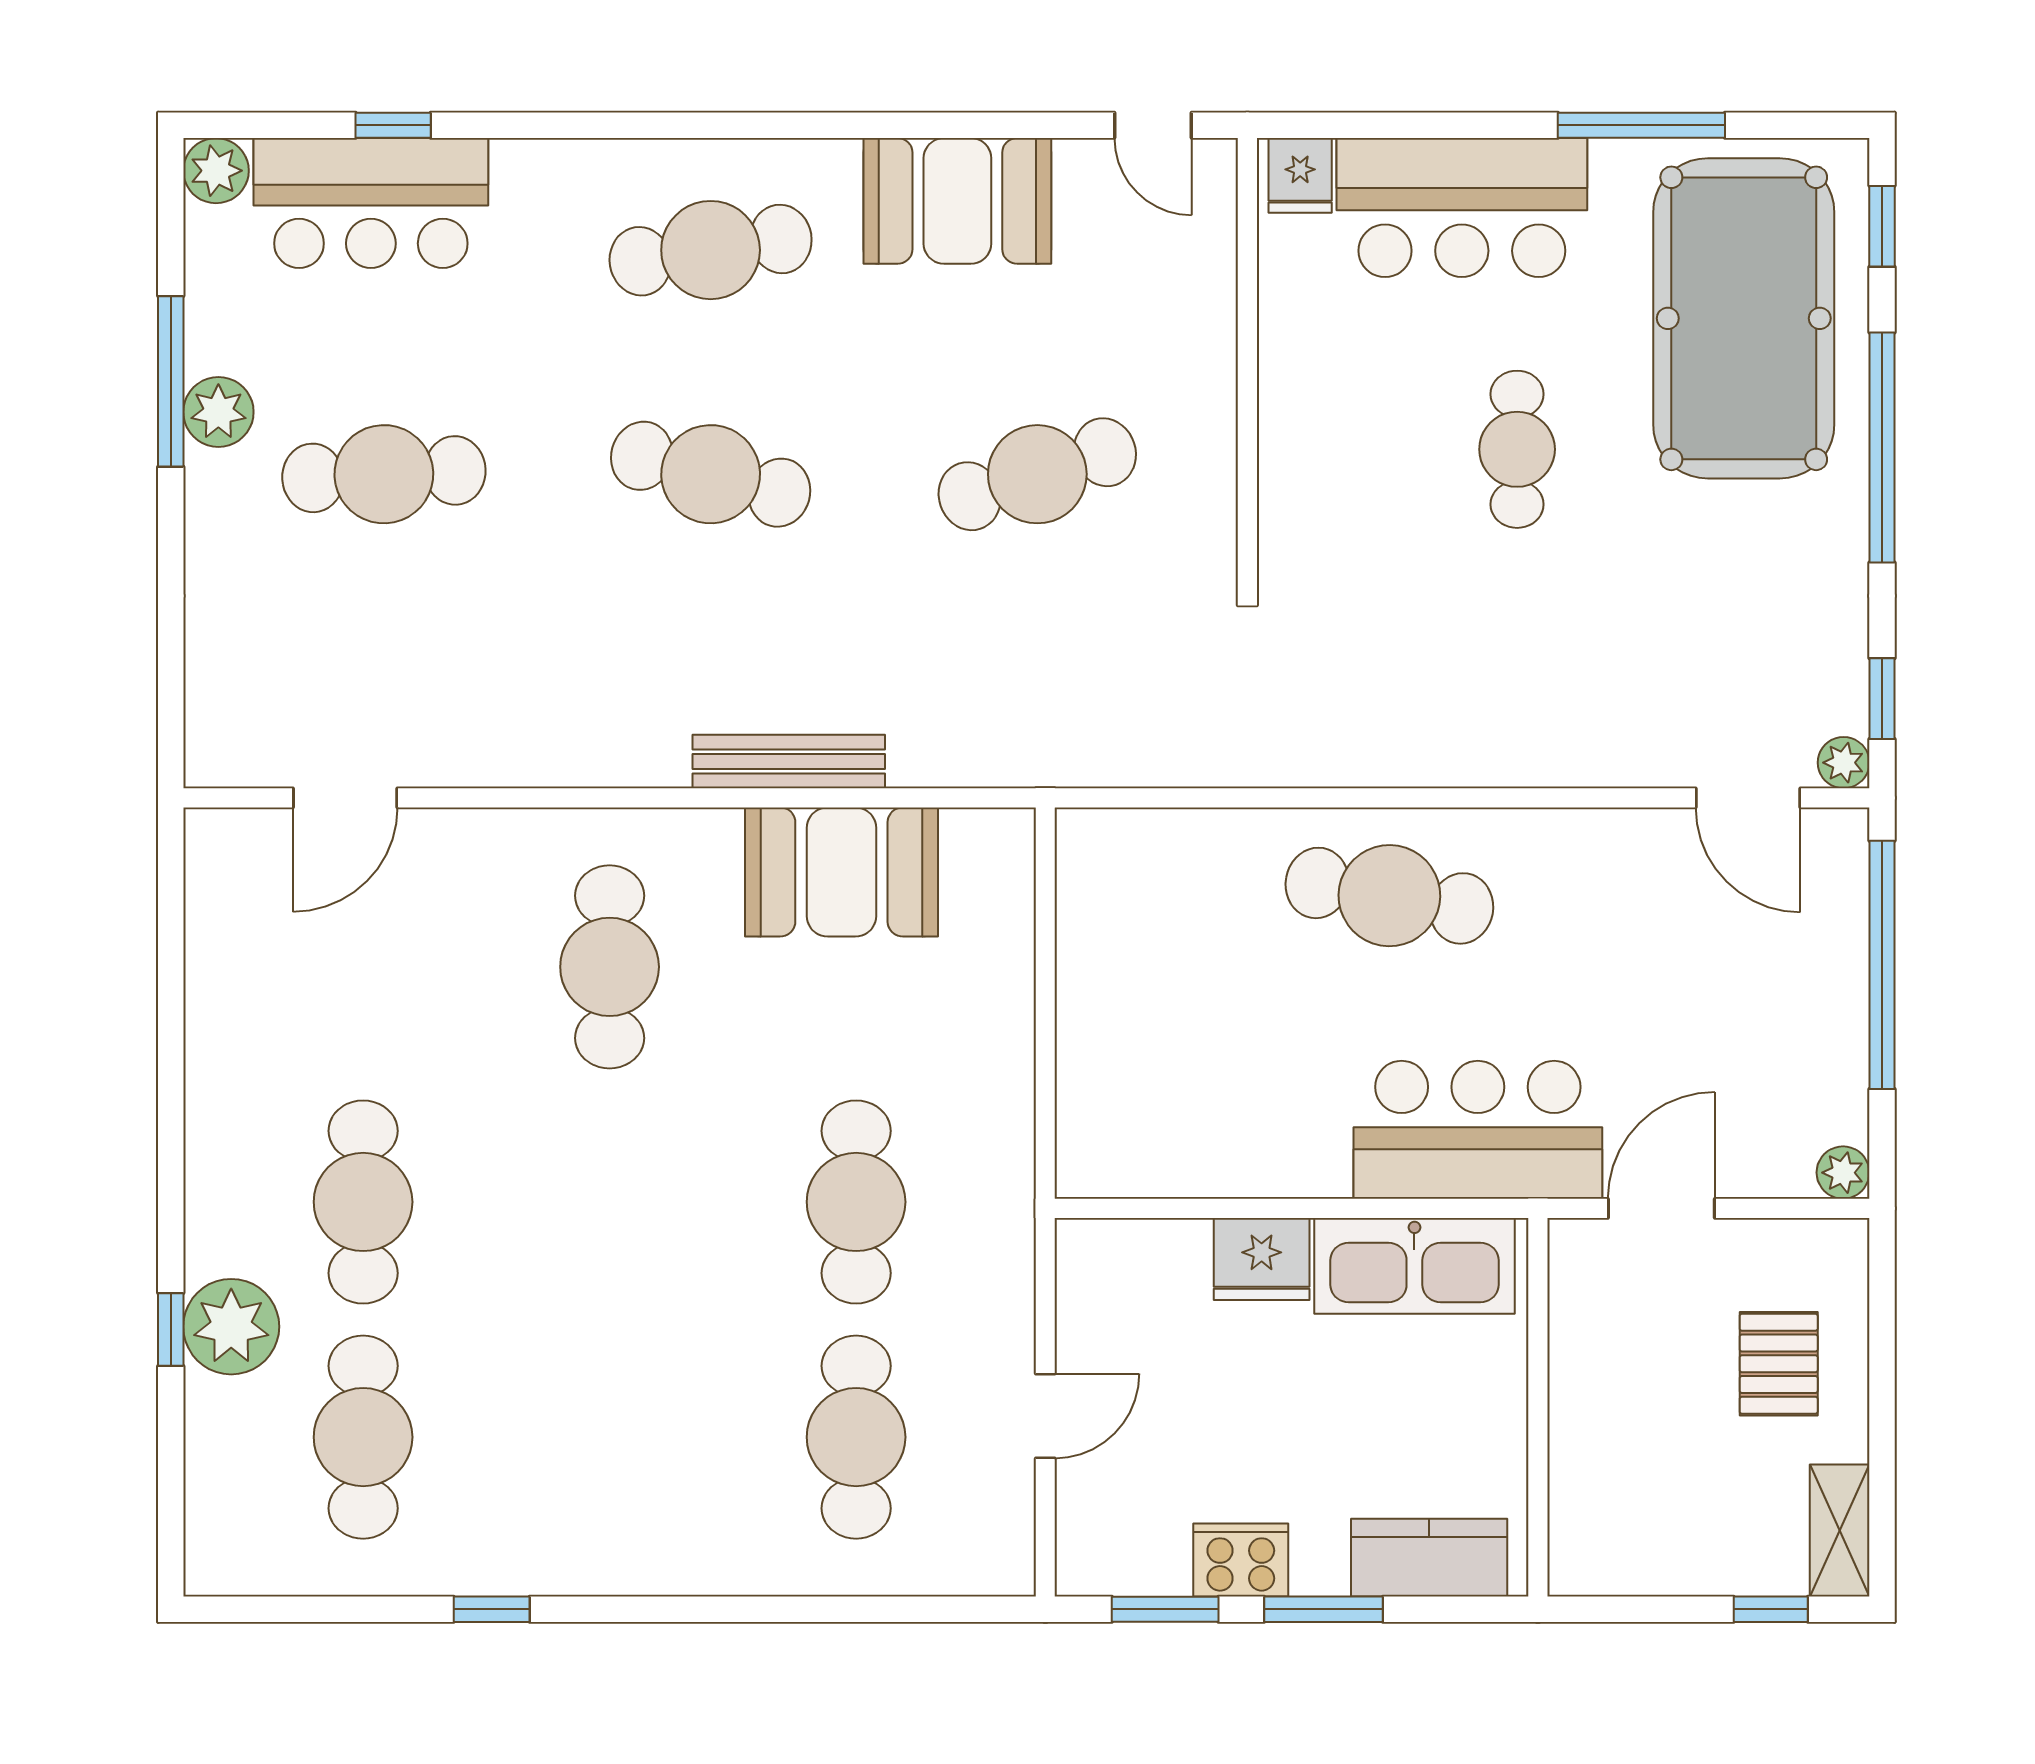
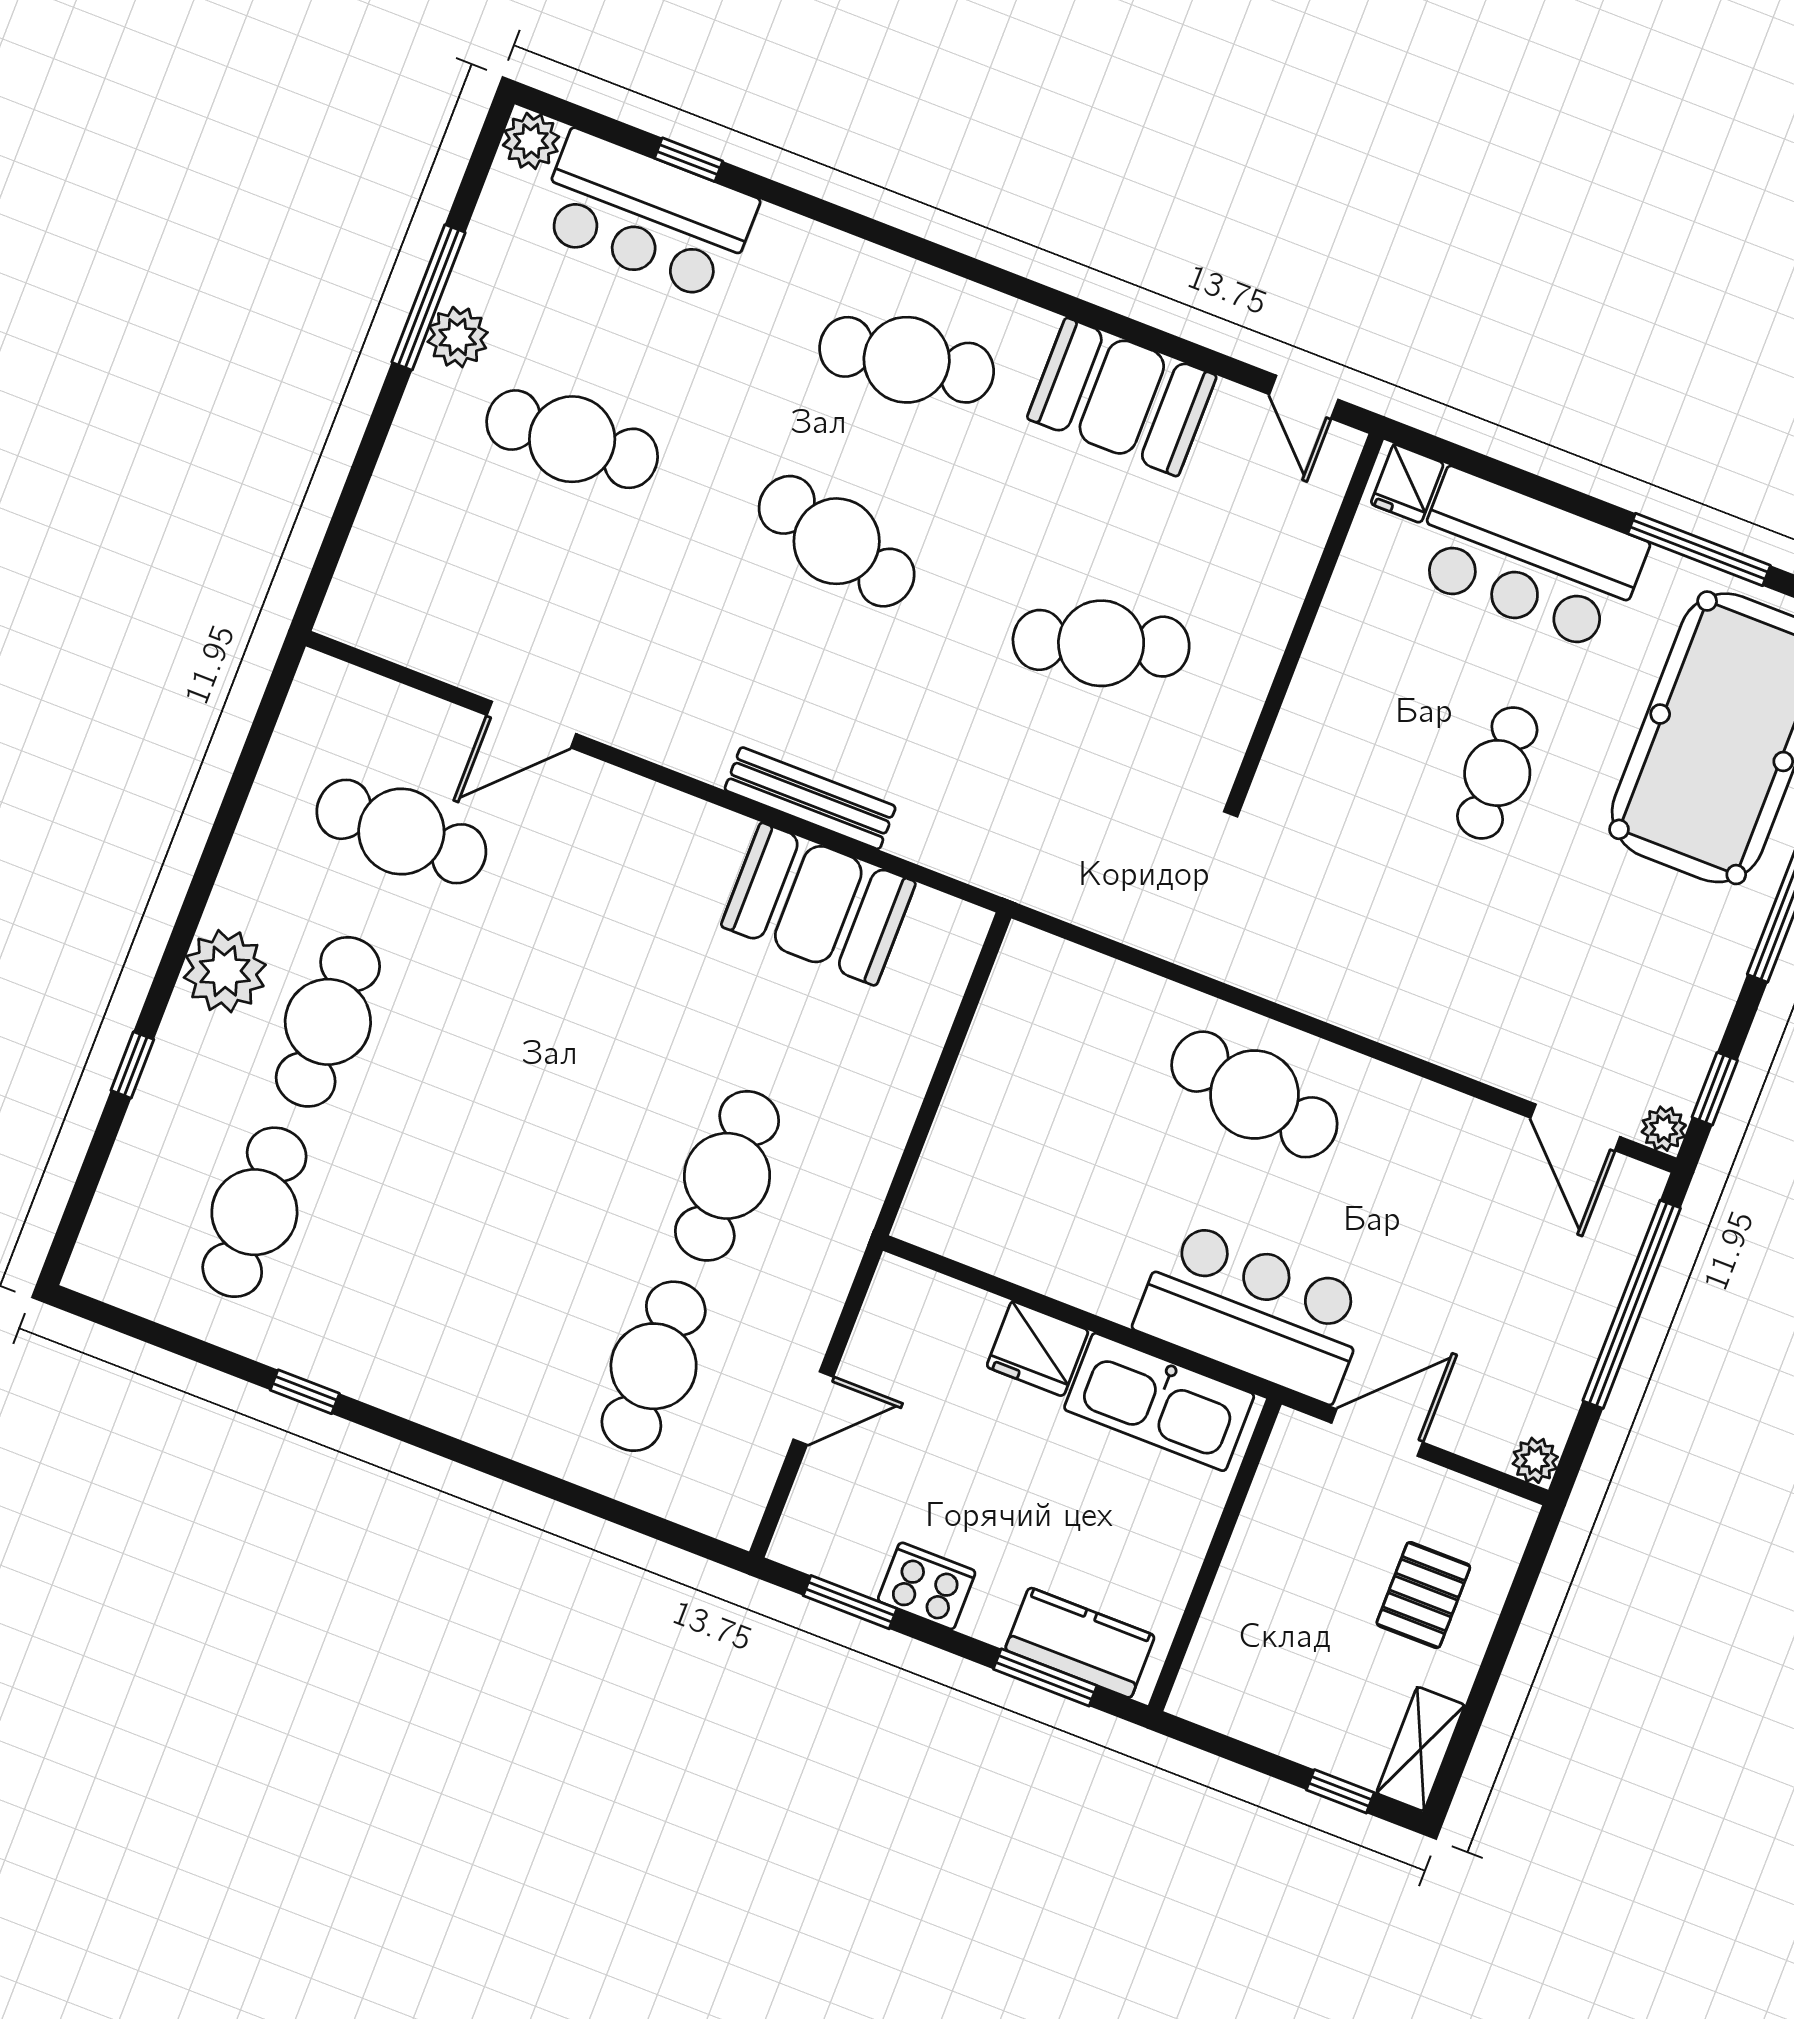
door: (345, 798) -> (531, 725), moved
cafe table: (610, 967) -> (401, 832), moved, turned 90
plant: (231, 1327) -> (225, 971), moved
window: (1323, 1609) -> (1045, 1677), moved

